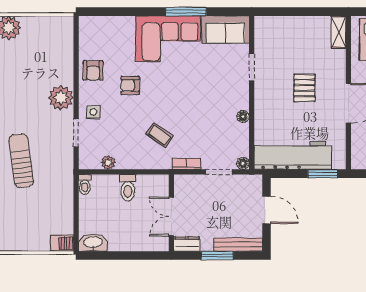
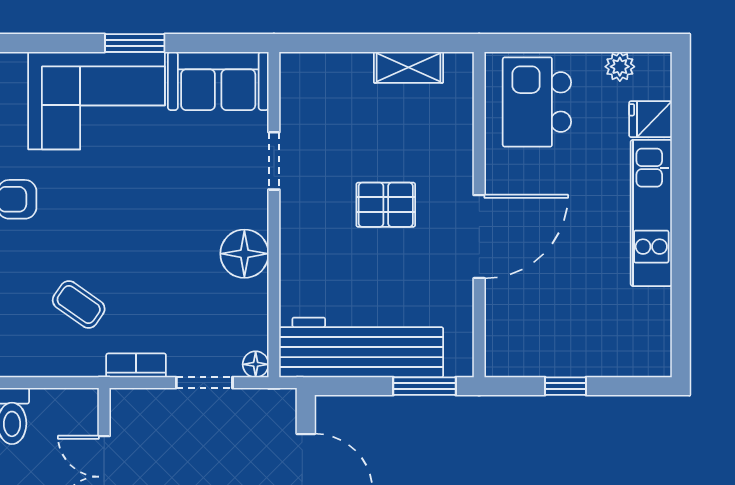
window: (186, 12) -> (135, 43), width x0.69
shelving: (339, 32) -> (409, 67), moved, turned 90
pallet: (304, 88) -> (386, 205), turned 90
floor lamp: (243, 116) -> (244, 254), width x1.89, depth x1.89

